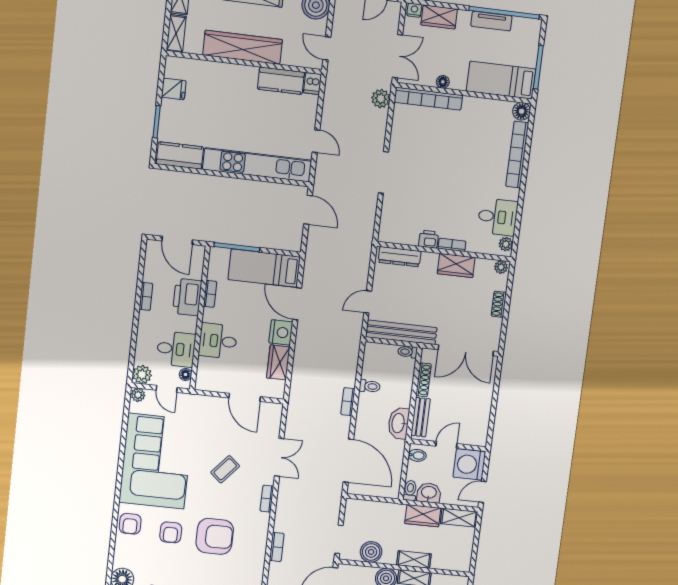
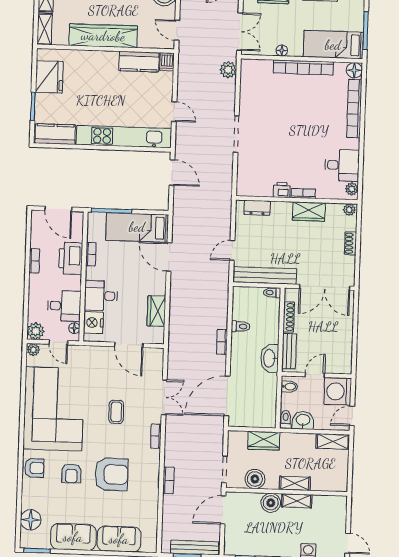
fridge: (174, 89) -> (49, 77), width x1.88, depth x1.34
bookcase: (428, 99) -> (303, 67), moved
dresser: (399, 257) -> (257, 208), width x0.70
nightstand: (281, 332) -> (93, 323), moved, turned 180
door: (348, 461) -> (227, 396), swing flipped
coffee table: (225, 469) -> (116, 412), turned -41
wardrobe: (423, 516) -> (264, 441), moved
armchair: (130, 524) -> (34, 468), turned -90

